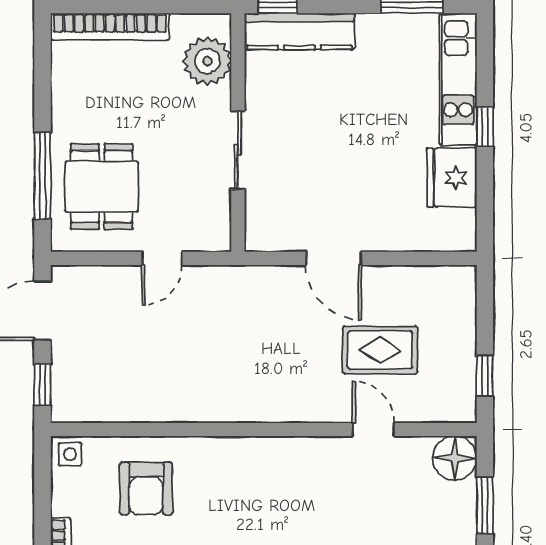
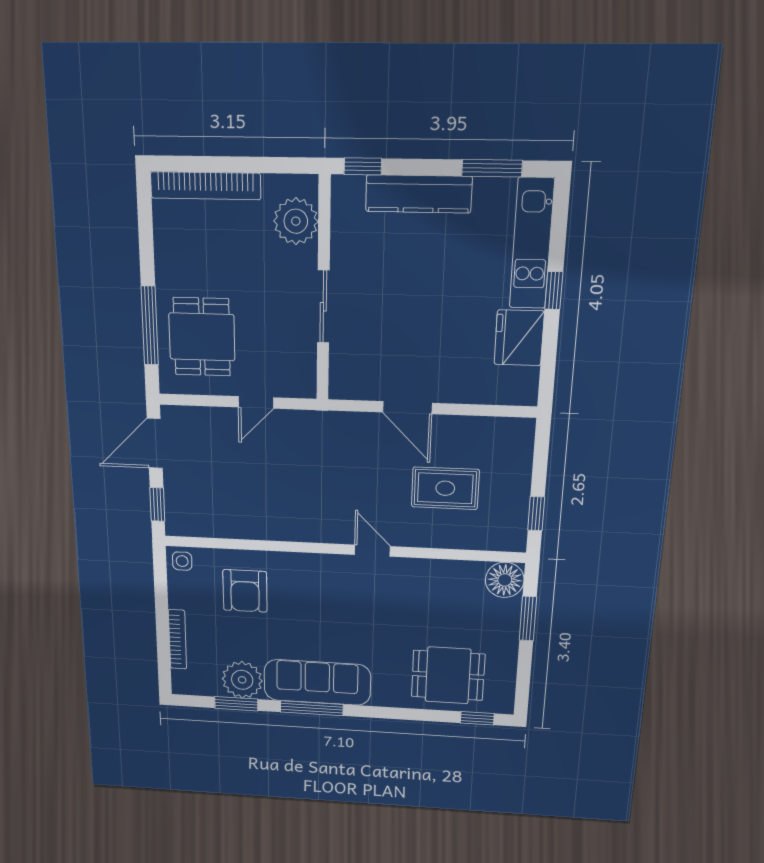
kitchen counter: (299, 31) -> (419, 194), moved
door: (373, 430) -> (372, 551), moved

